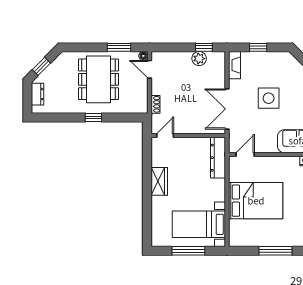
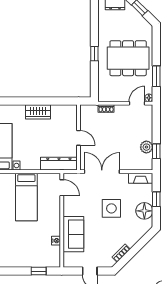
floor lamp: (271, 61) -> (144, 211), added
door: (165, 135) -> (79, 138), moved
bed: (256, 201) -> (26, 197), width x0.67

